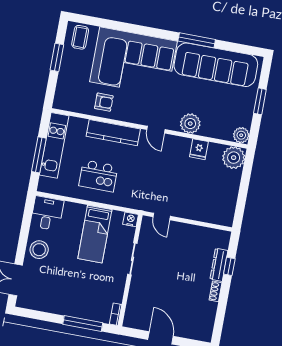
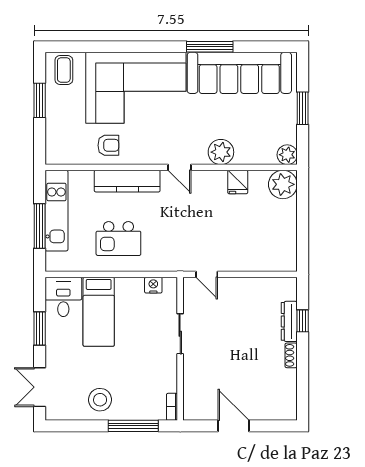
nightstand: (131, 219) -> (153, 285), moved
window: (24, 234) -> (40, 328), added
bed: (95, 234) -> (99, 312), moved
stool: (39, 250) -> (100, 400), moved

